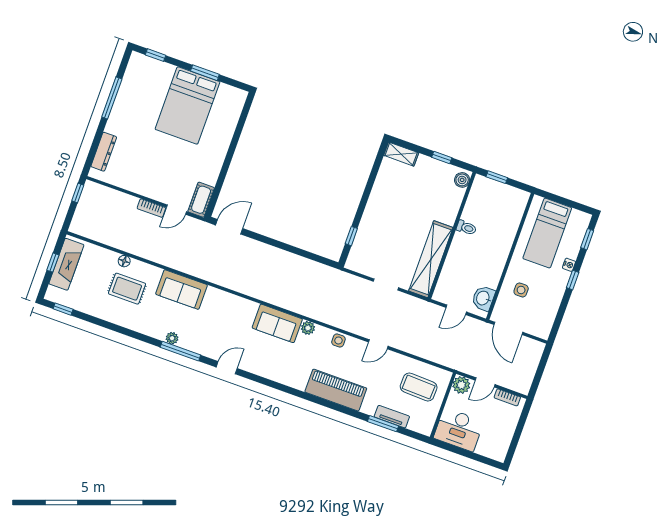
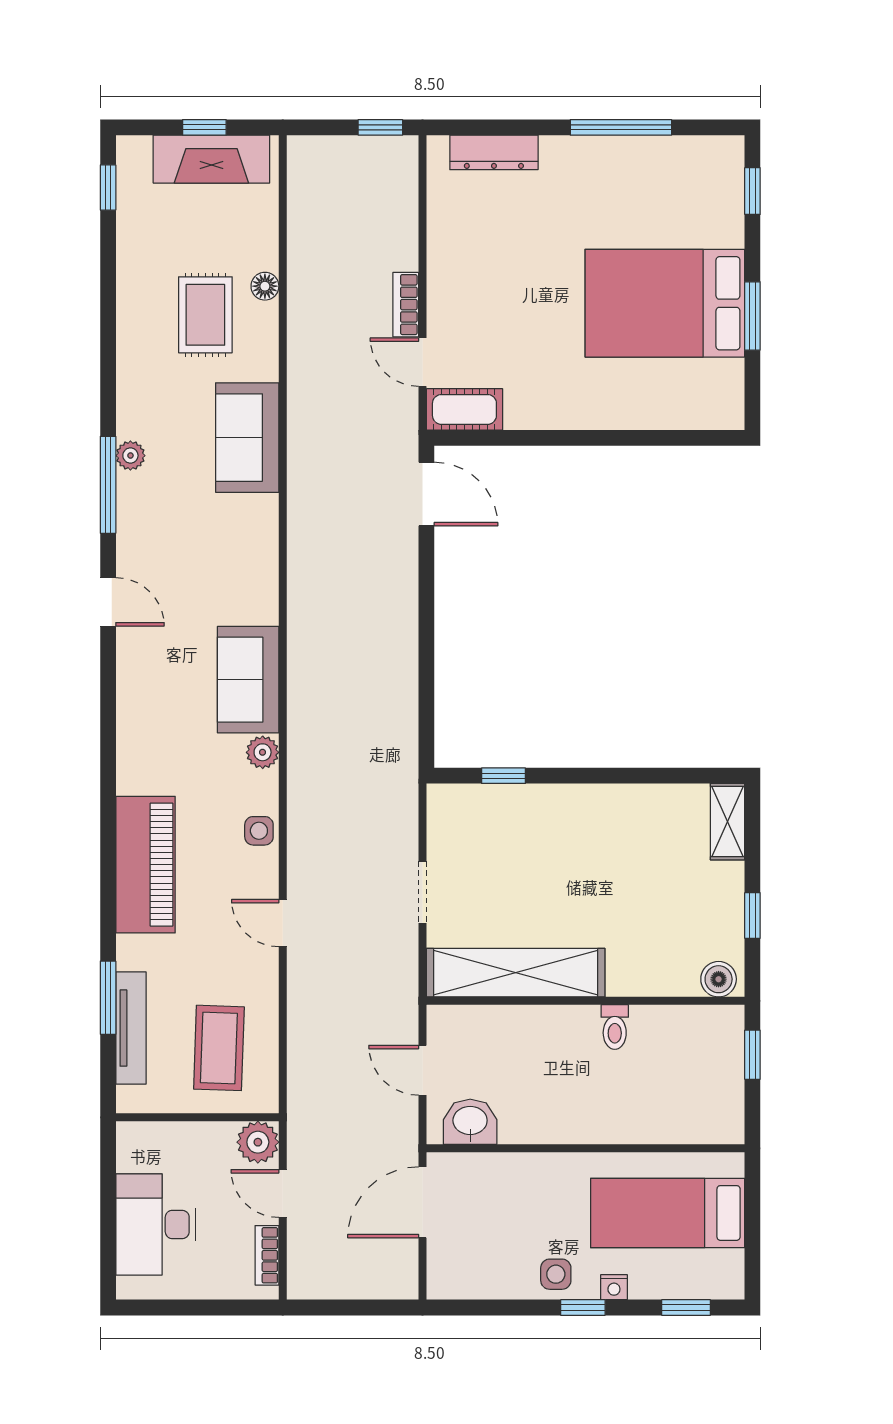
side table: (521, 290) -> (556, 1274), moved
tv unit: (392, 417) -> (131, 1028), width x1.41
desk: (459, 430) -> (156, 1224), moved

